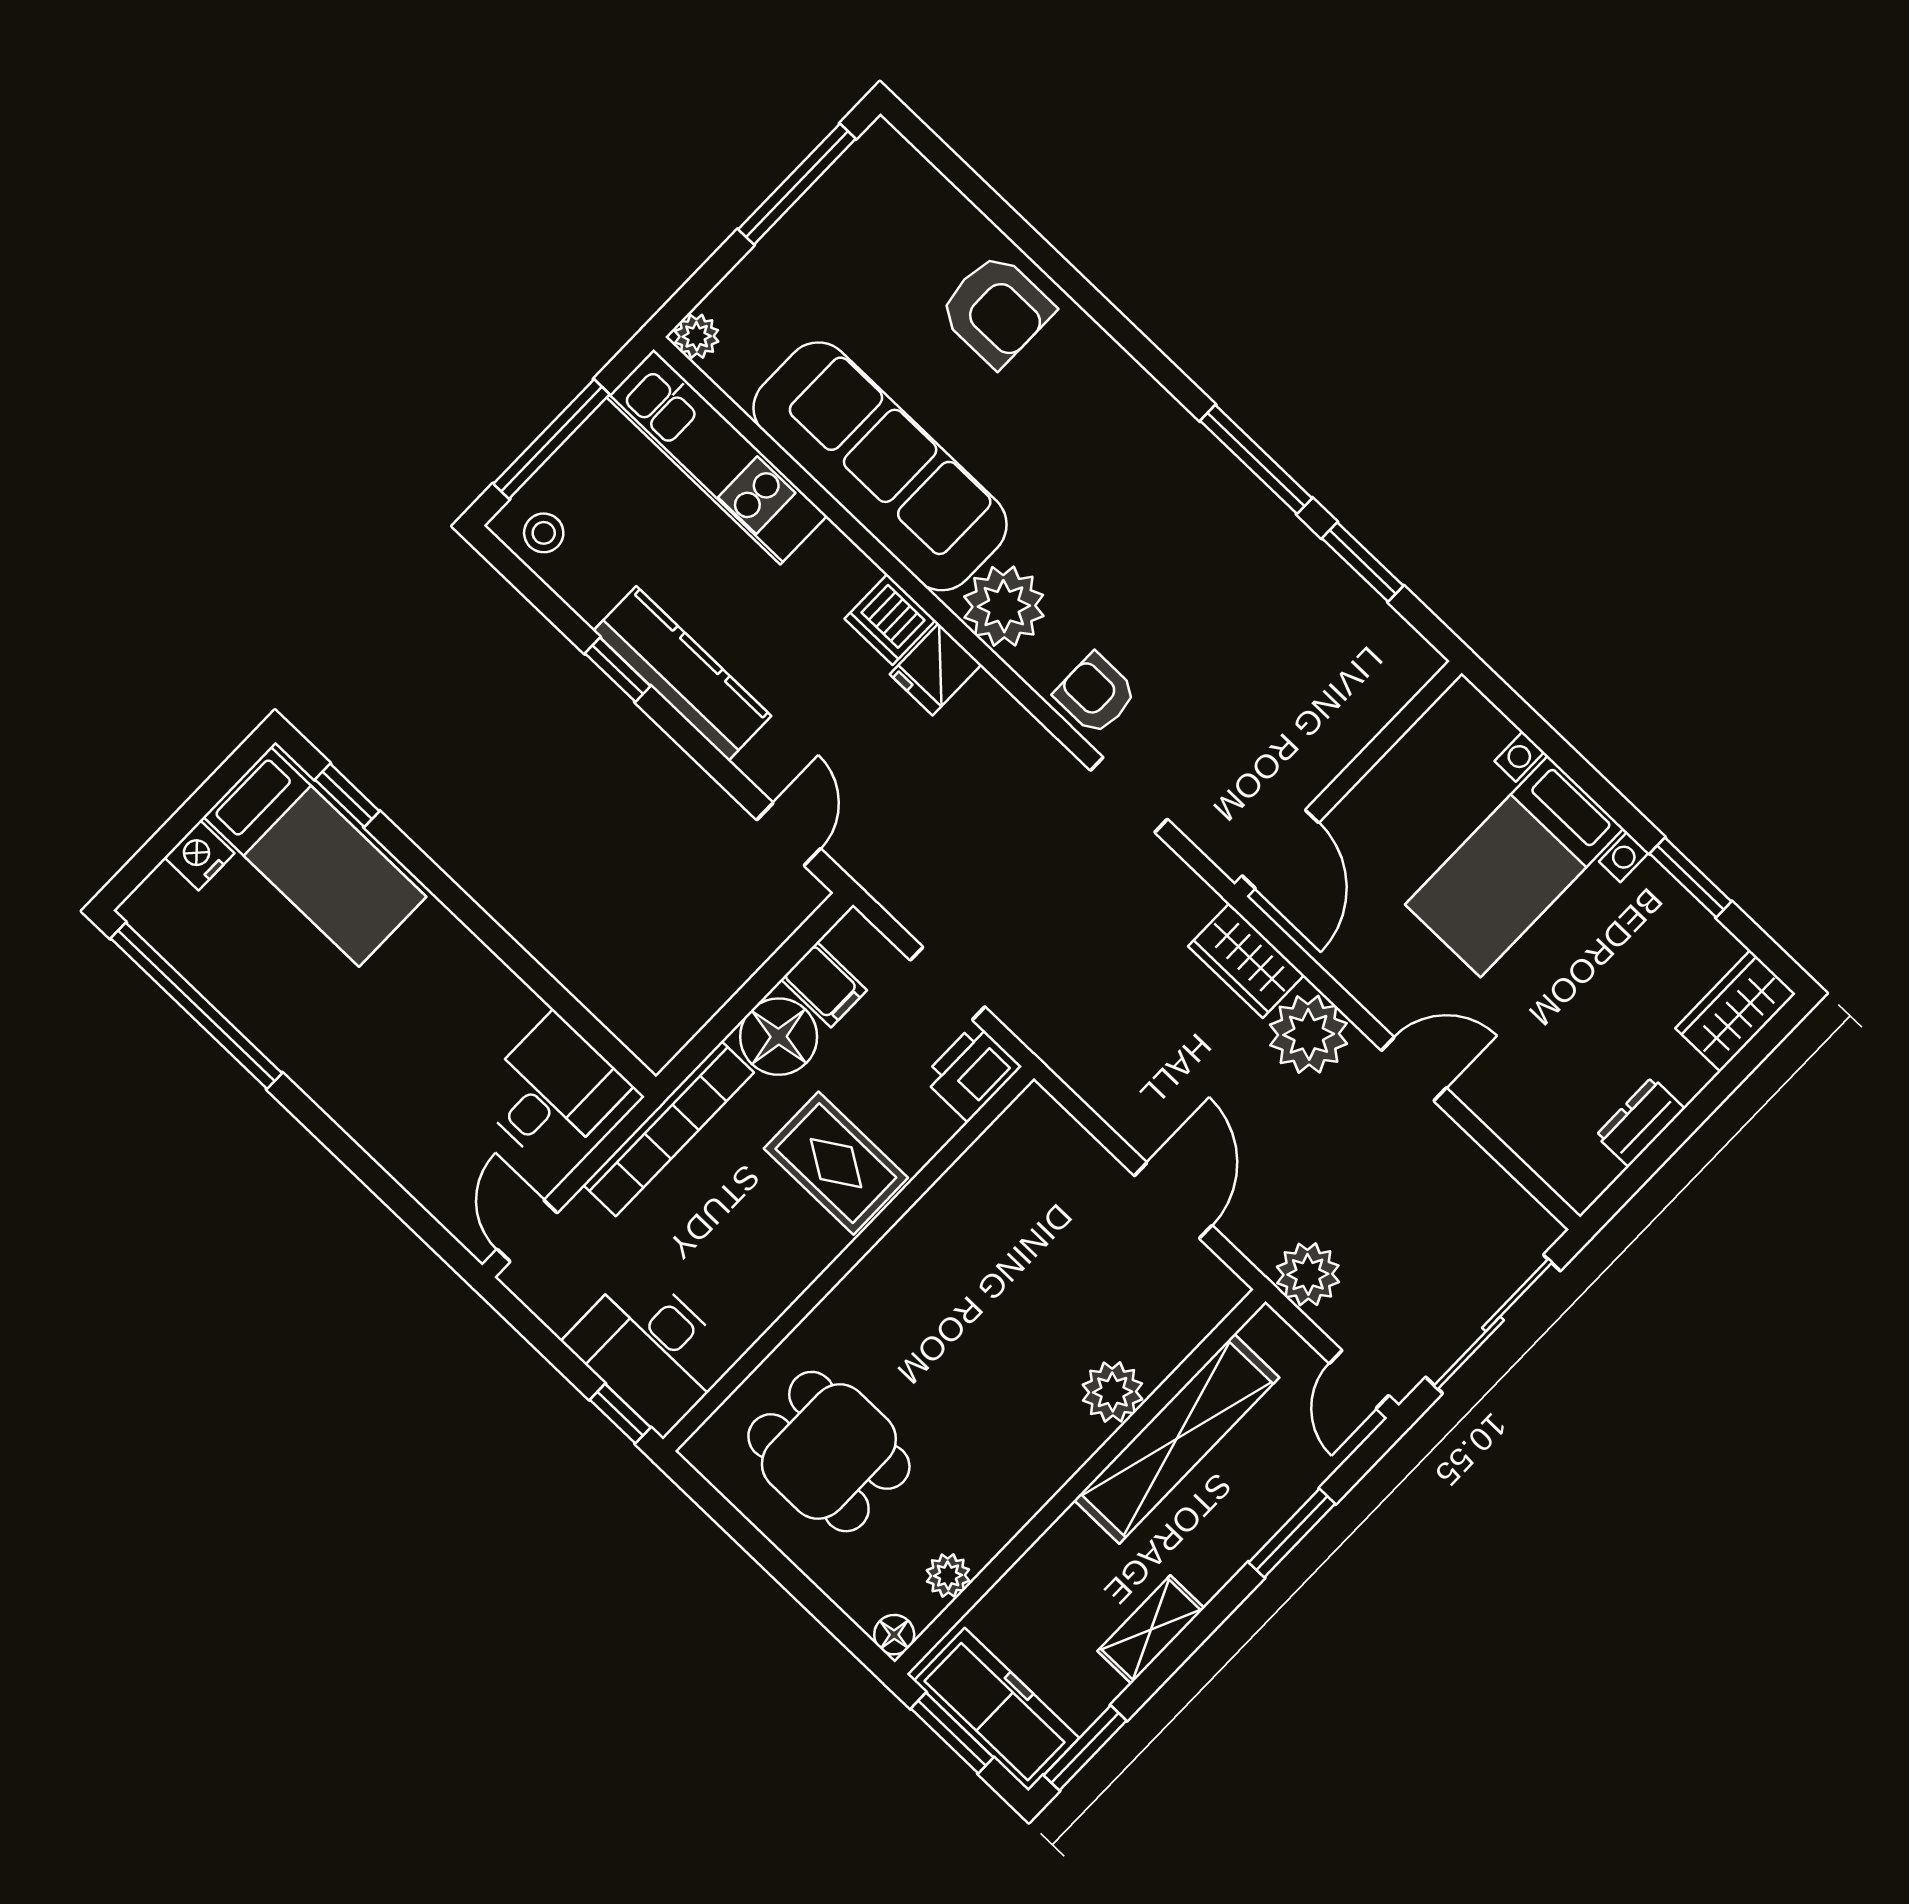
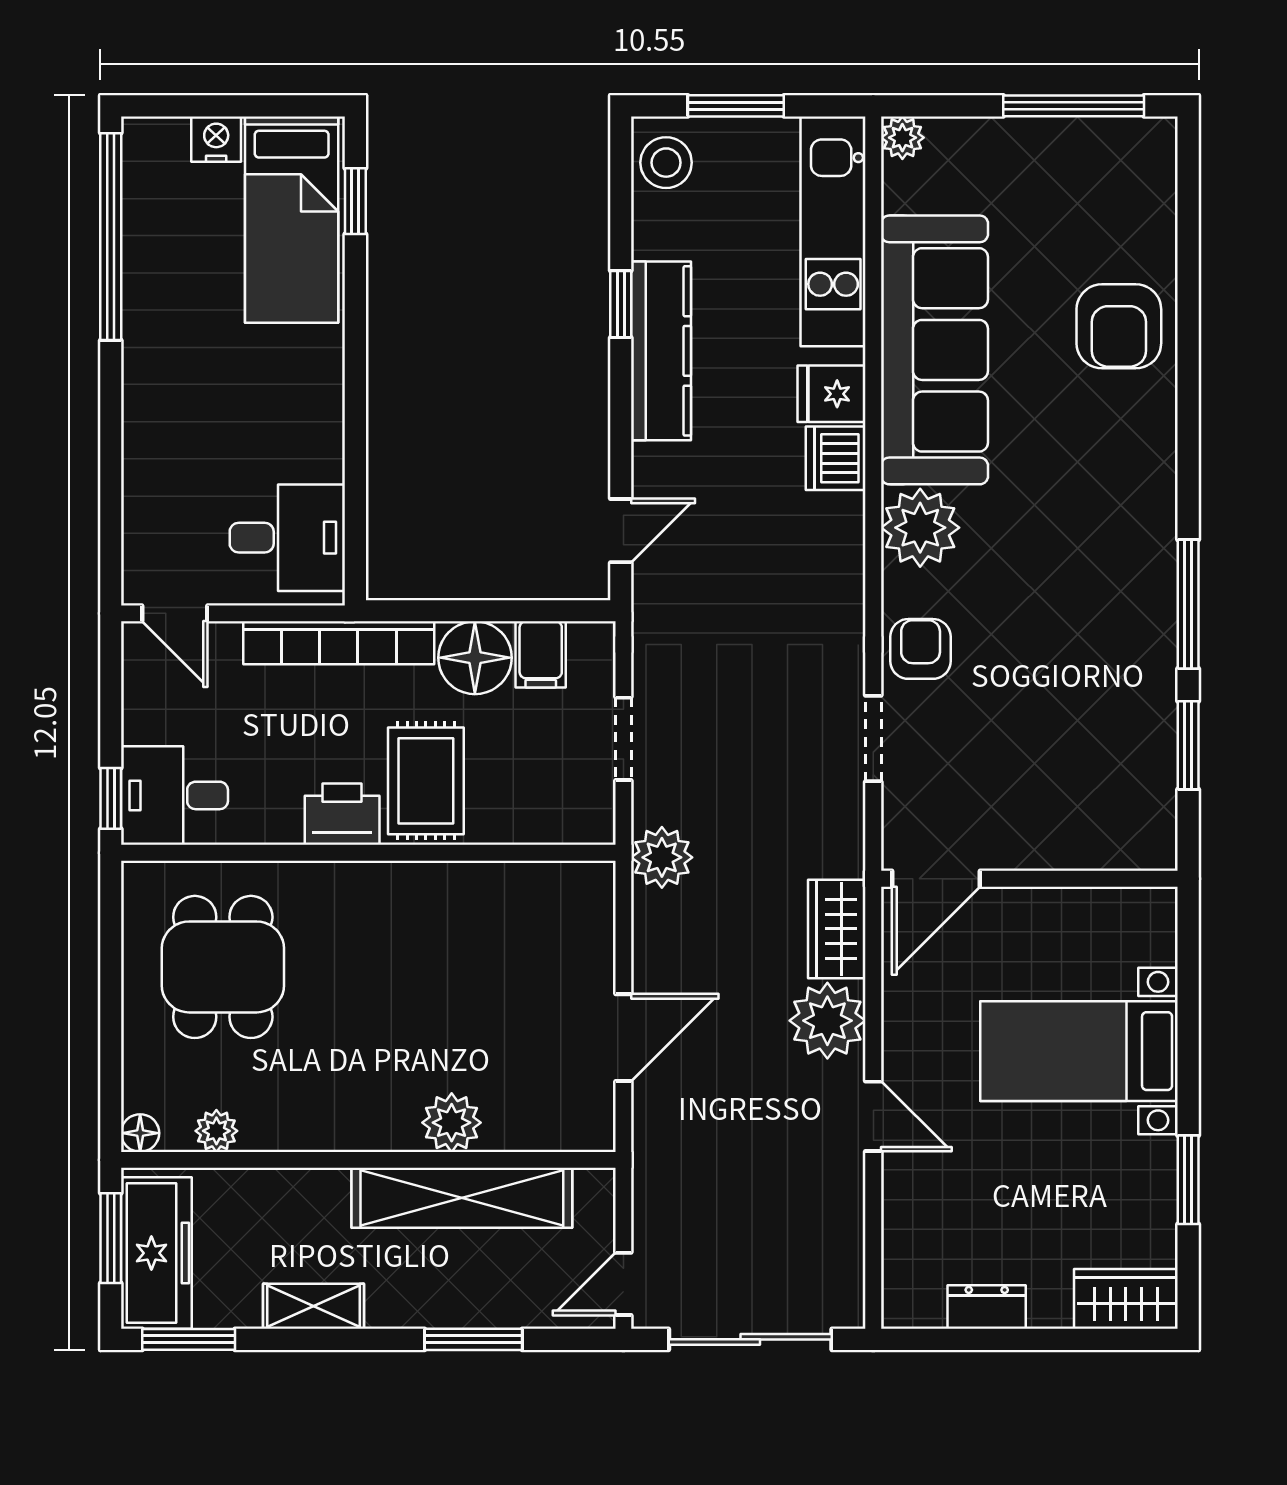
window: (552, 439) -> (736, 106), width x0.69
stool: (544, 533) -> (666, 163), width x1.37, depth x1.37
fridge: (936, 669) -> (832, 394), moved
printer: (972, 1072) -> (342, 814), moved
door: (527, 1231) -> (175, 613), swing flipped
plant: (1308, 1274) -> (662, 857), moved
desk: (650, 1350) -> (174, 795), width x0.73

